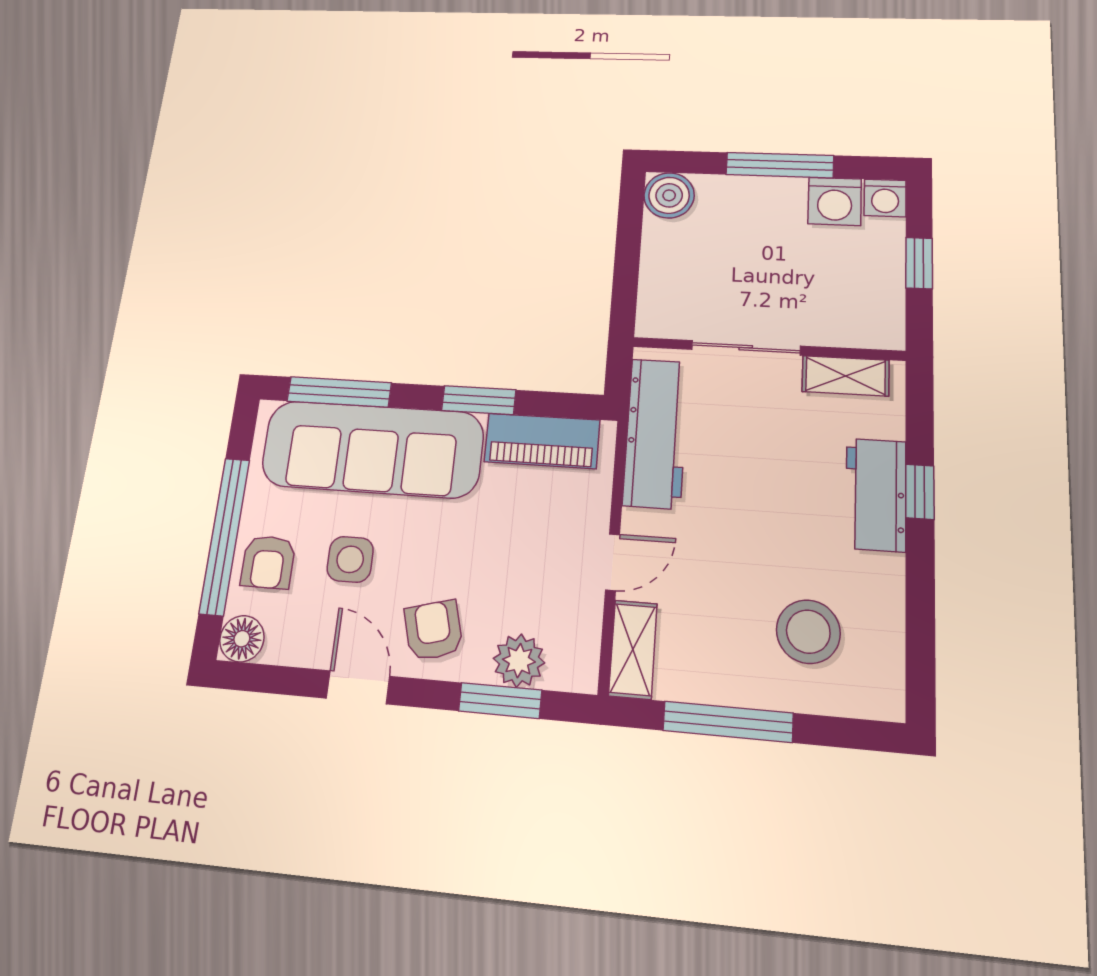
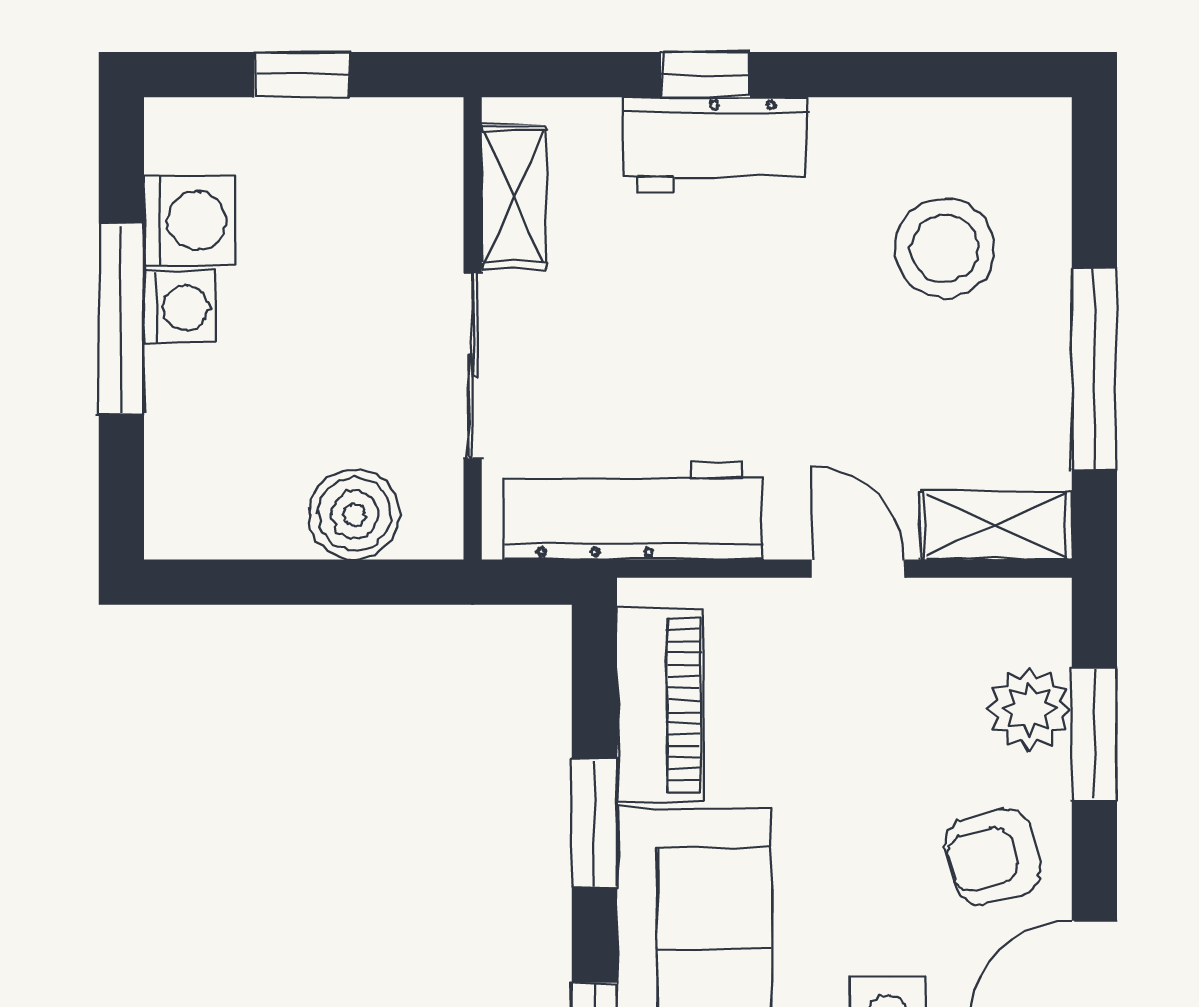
boiler: (669, 195) -> (354, 514), moved
washing machine: (885, 198) -> (180, 308), moved

